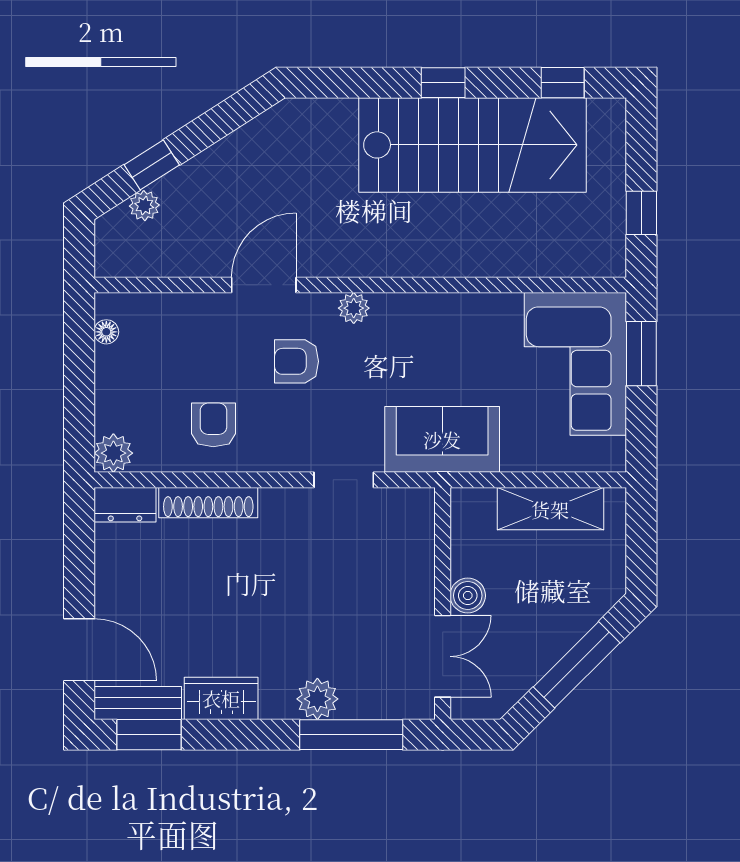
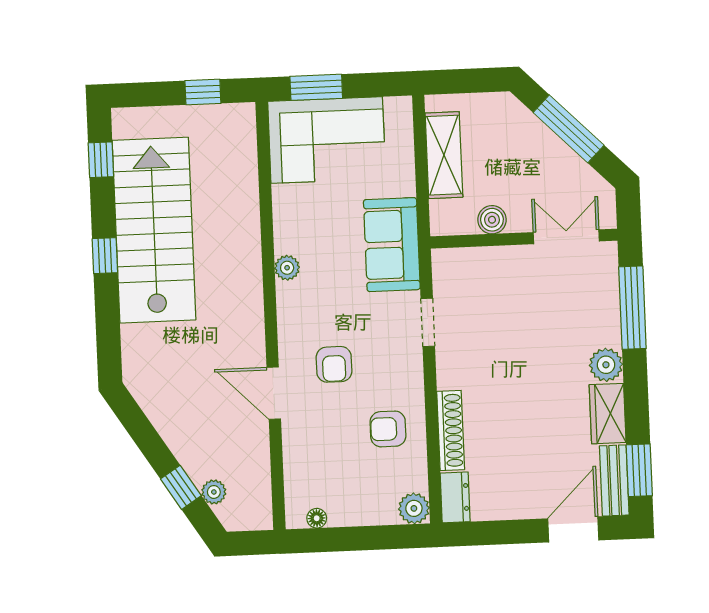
plant: (354, 308) -> (287, 268), moved
boiler: (468, 596) -> (492, 220), moved
plant: (317, 699) -> (606, 365), moved

